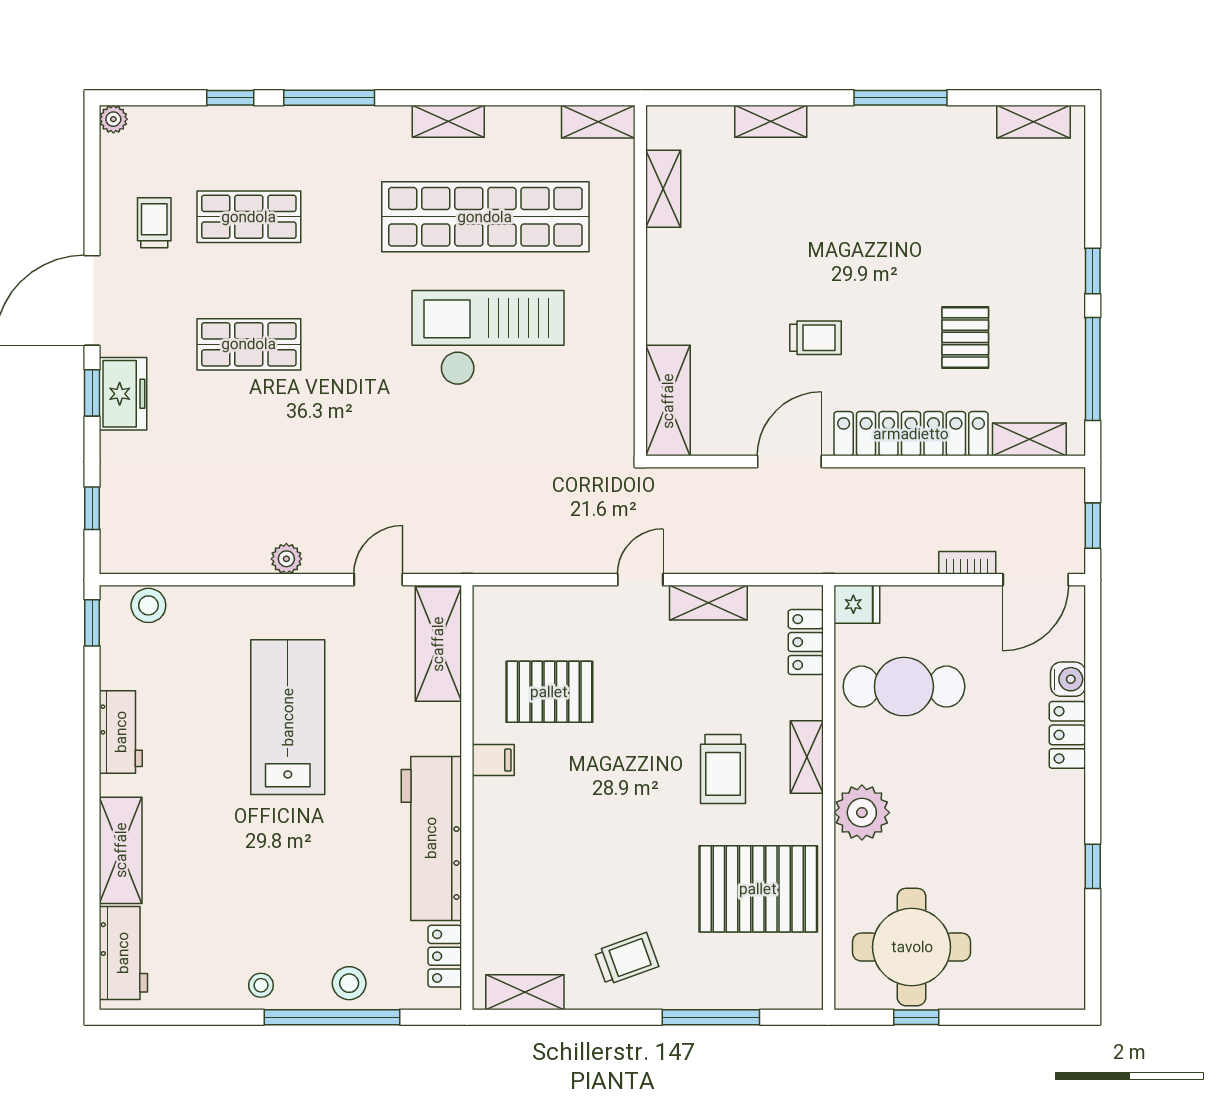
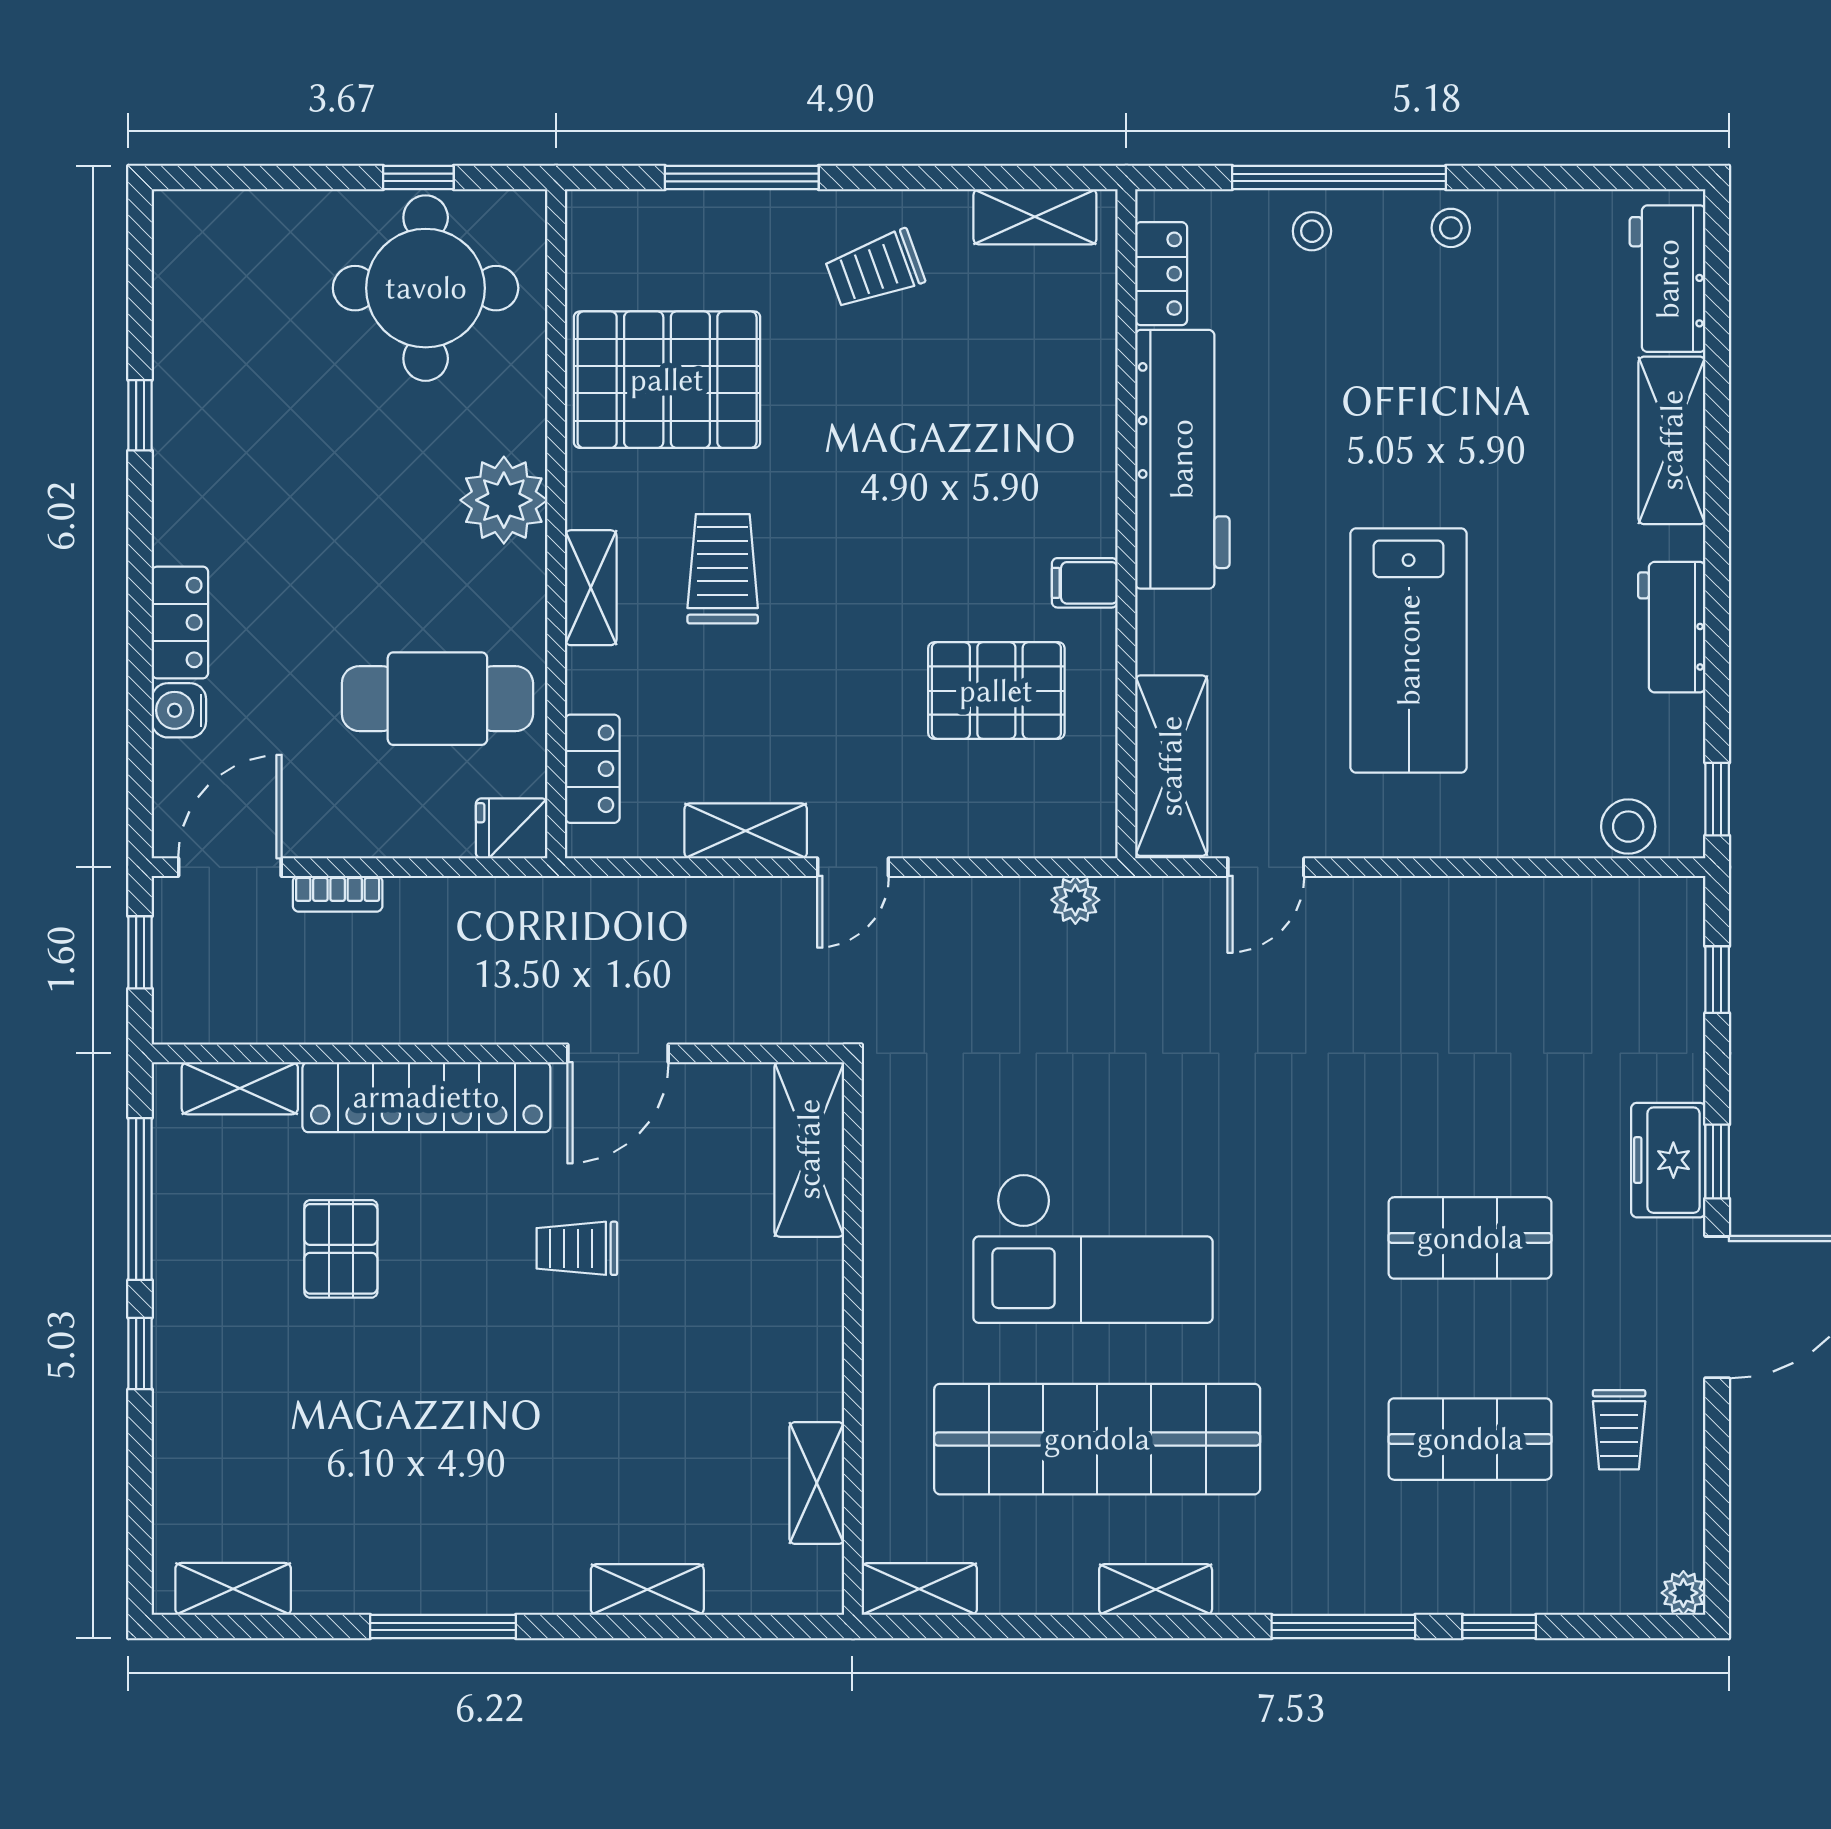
plant: (286, 559) -> (1075, 900), moved
stool: (349, 983) -> (1312, 231), width x0.73, depth x0.73

